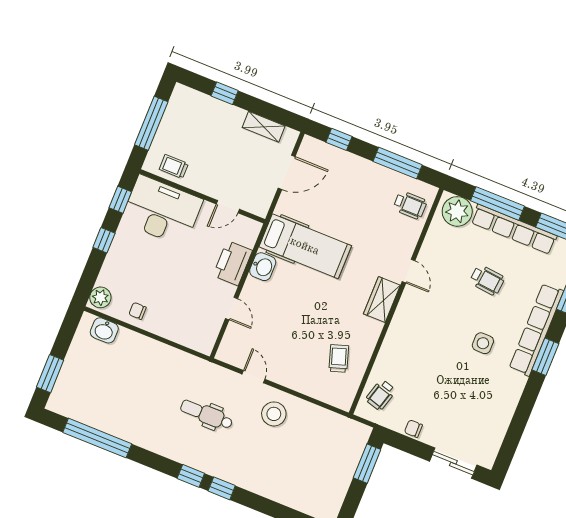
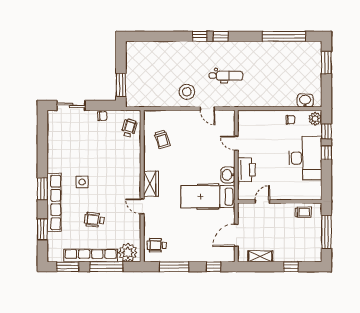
window: (120, 200) -> (326, 131), moved
desk: (162, 211) -> (305, 158), moved, turned -90

